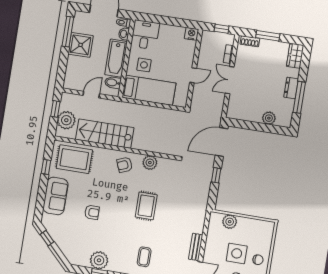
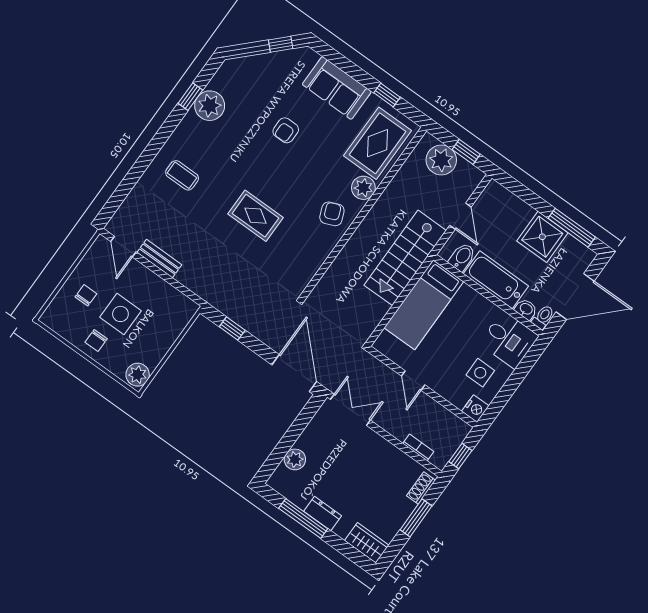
side table: (144, 65) -> (480, 373), moved
double door: (230, 80) -> (350, 410), moved
stairs: (105, 134) -> (405, 258), moved, turned 180
plant: (150, 163) -> (363, 188), moved
window: (216, 175) -> (232, 329), moved
plant: (230, 222) -> (138, 375), moved

